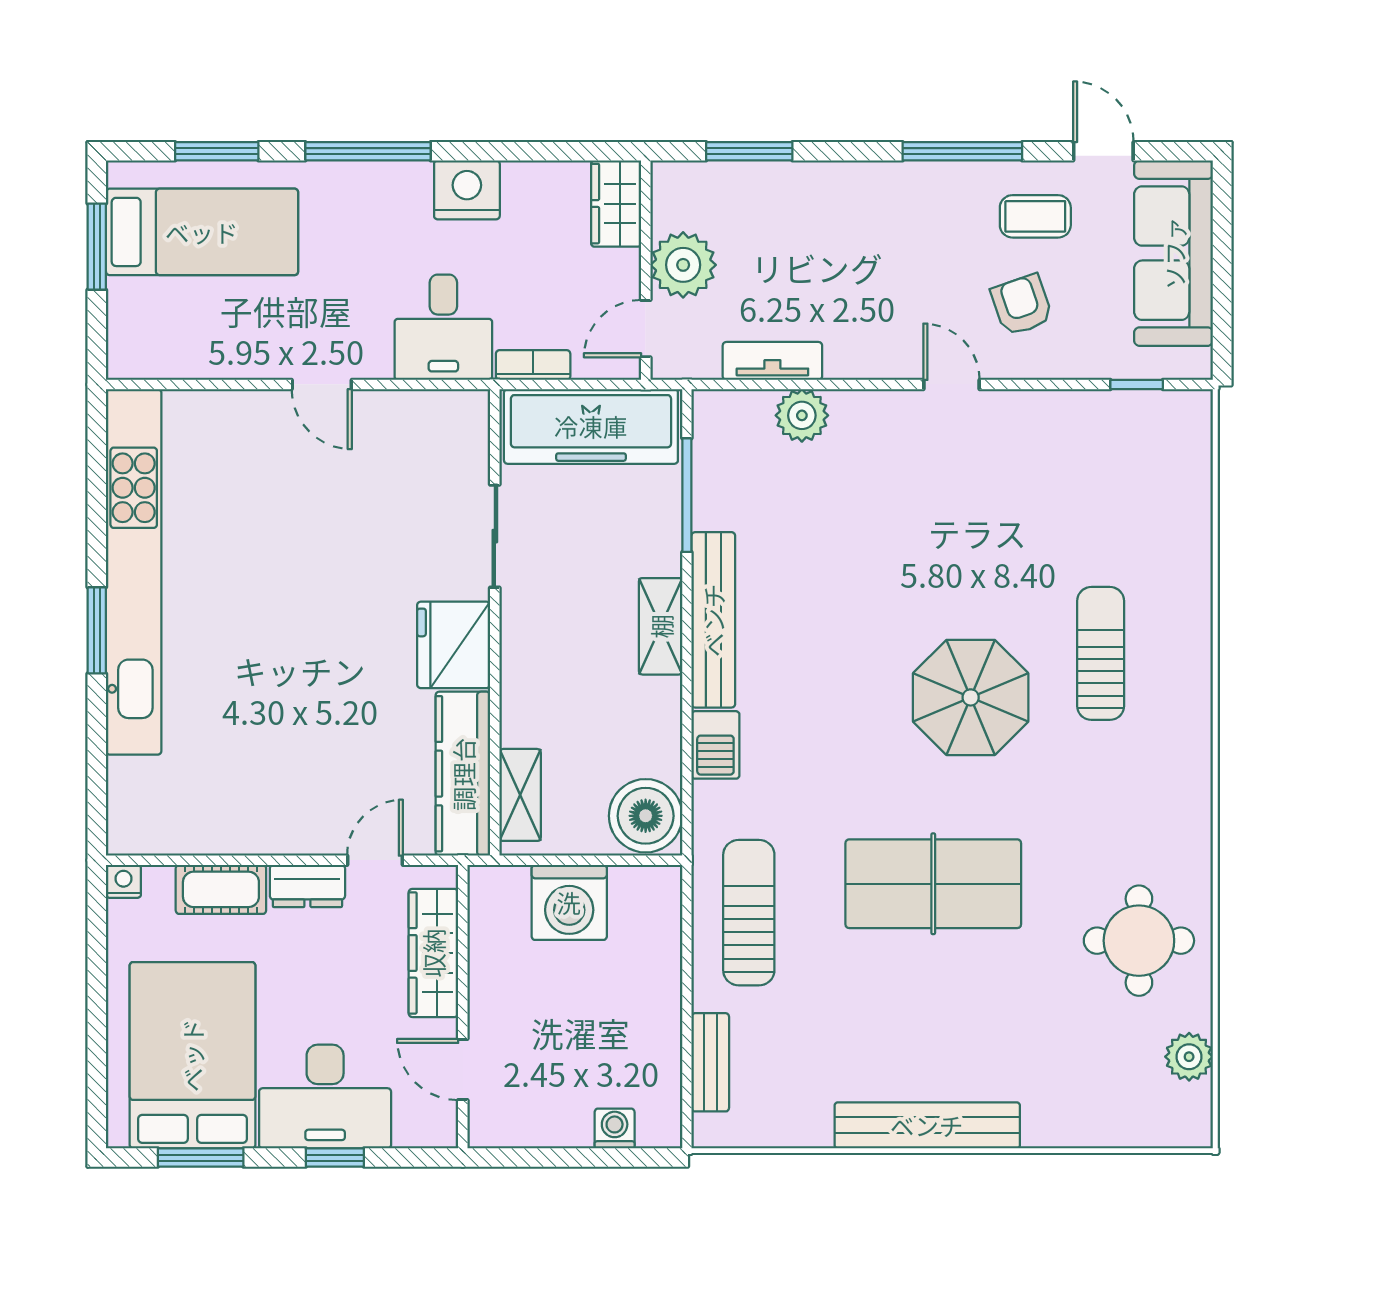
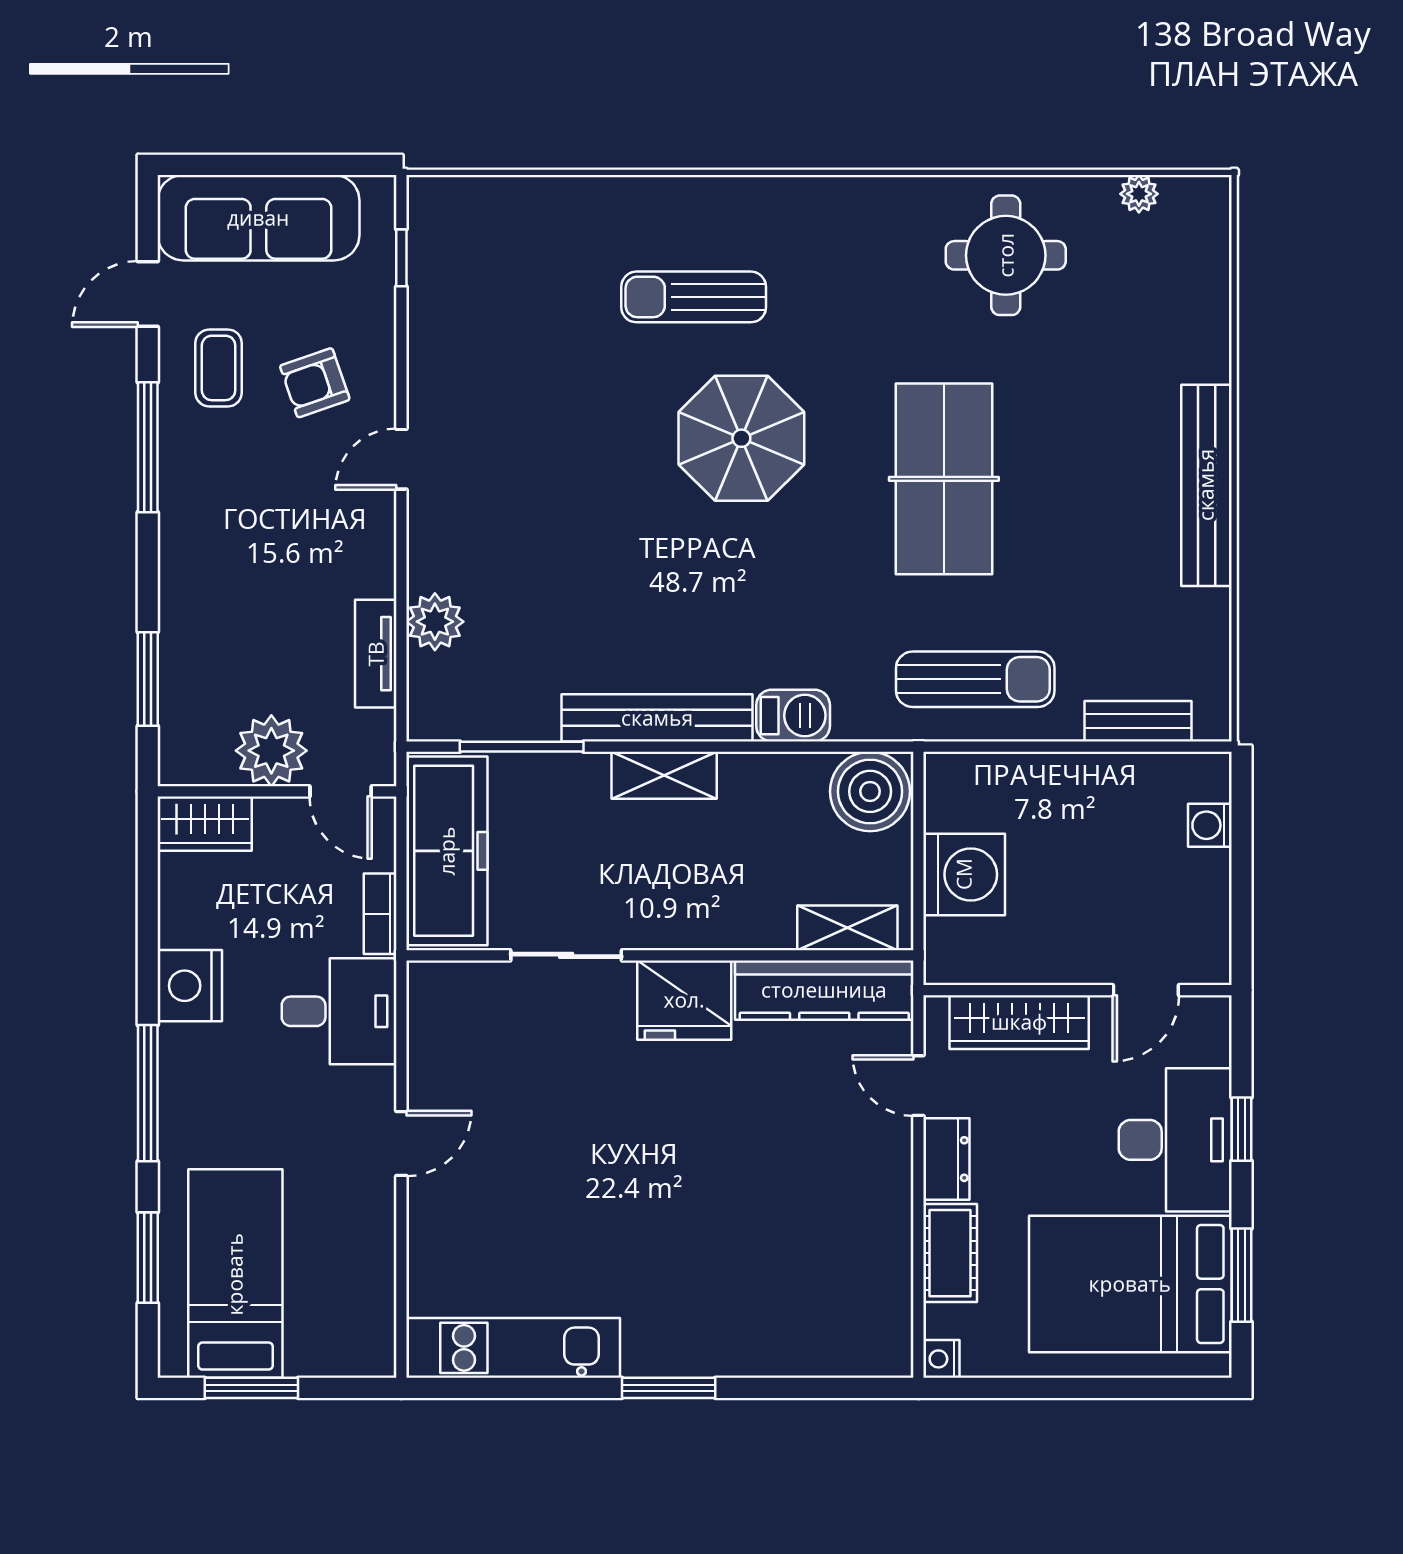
kitchen unit: (134, 572) -> (513, 1348), width x0.54
sun lounger: (749, 913) -> (975, 679), turned 180
plant: (1189, 1057) -> (1139, 194), width x0.73, depth x0.73

